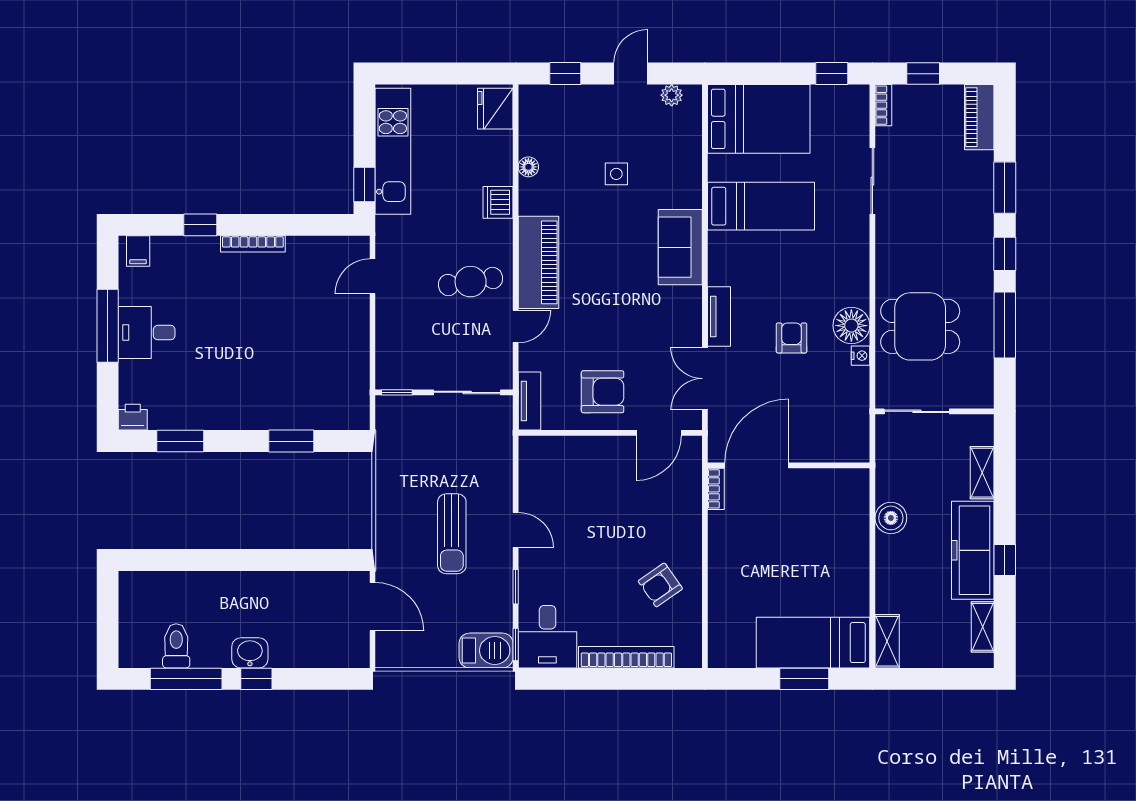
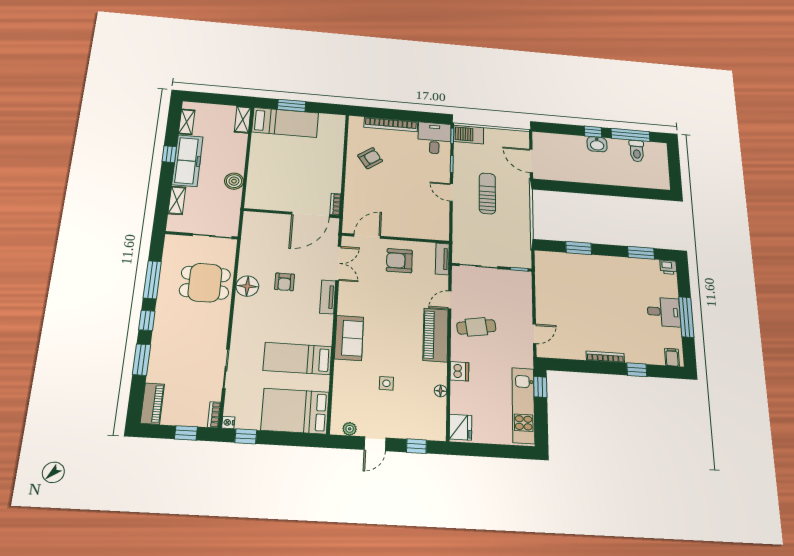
nightstand: (861, 356) -> (228, 422), moved

